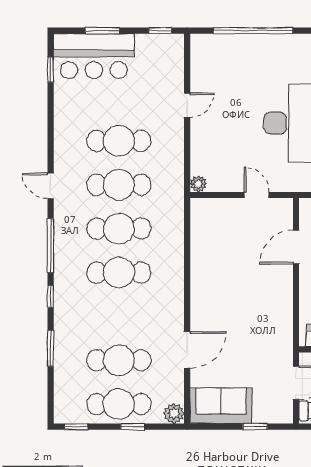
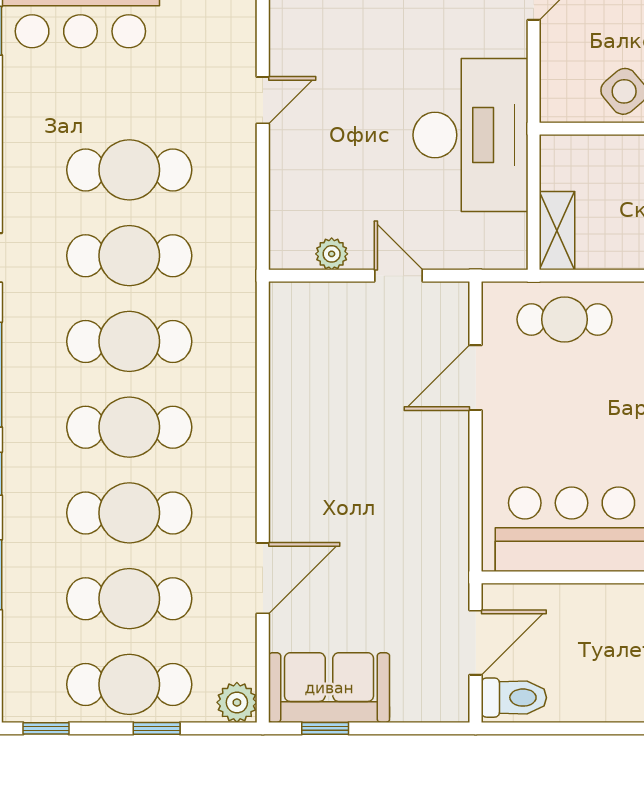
plant: (198, 184) -> (332, 254), moved
cafe table: (119, 316) -> (129, 513), added
window: (255, 427) -> (325, 728), moved

